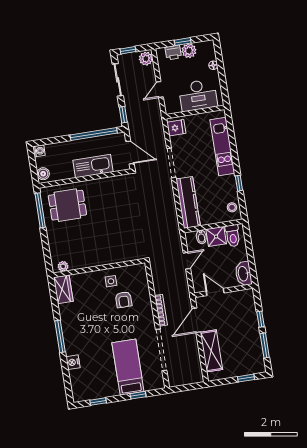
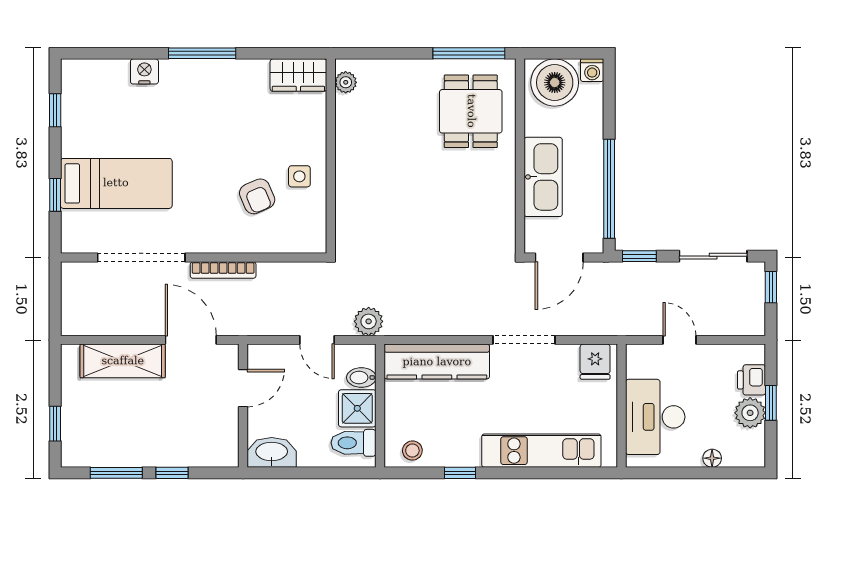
plant: (146, 59) -> (369, 321), moved
boiler: (43, 174) -> (555, 83), width x1.86, depth x1.86
armchair: (124, 300) -> (257, 196), turned -113

